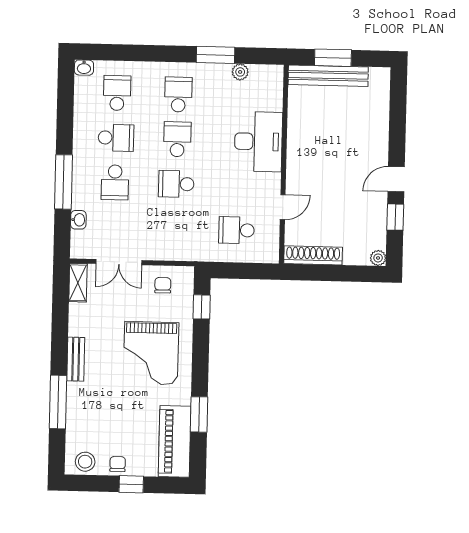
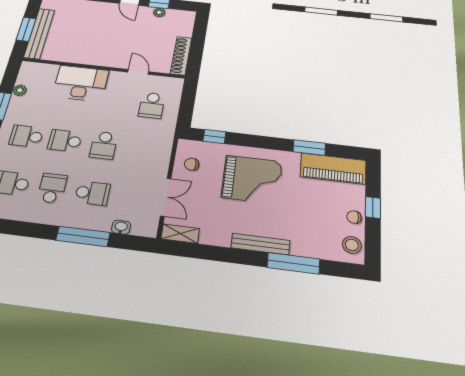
plant: (378, 258) -> (159, 12), moved
bench: (76, 359) -> (260, 244), width x1.36

